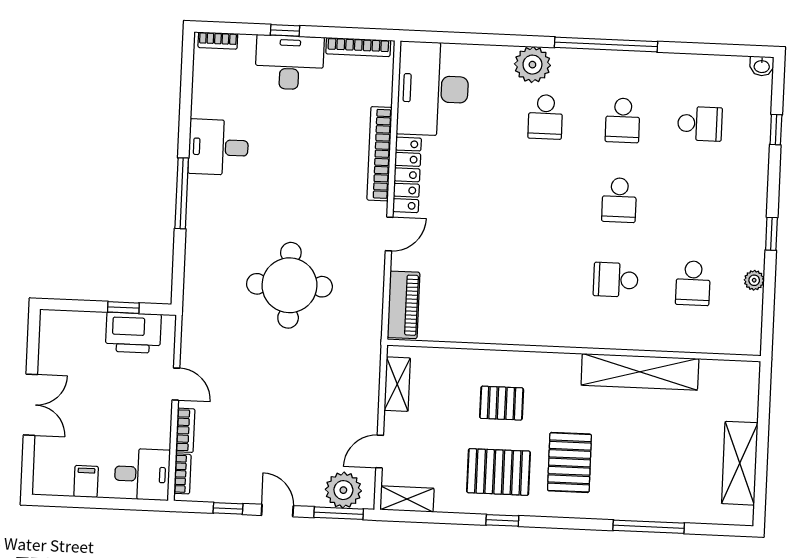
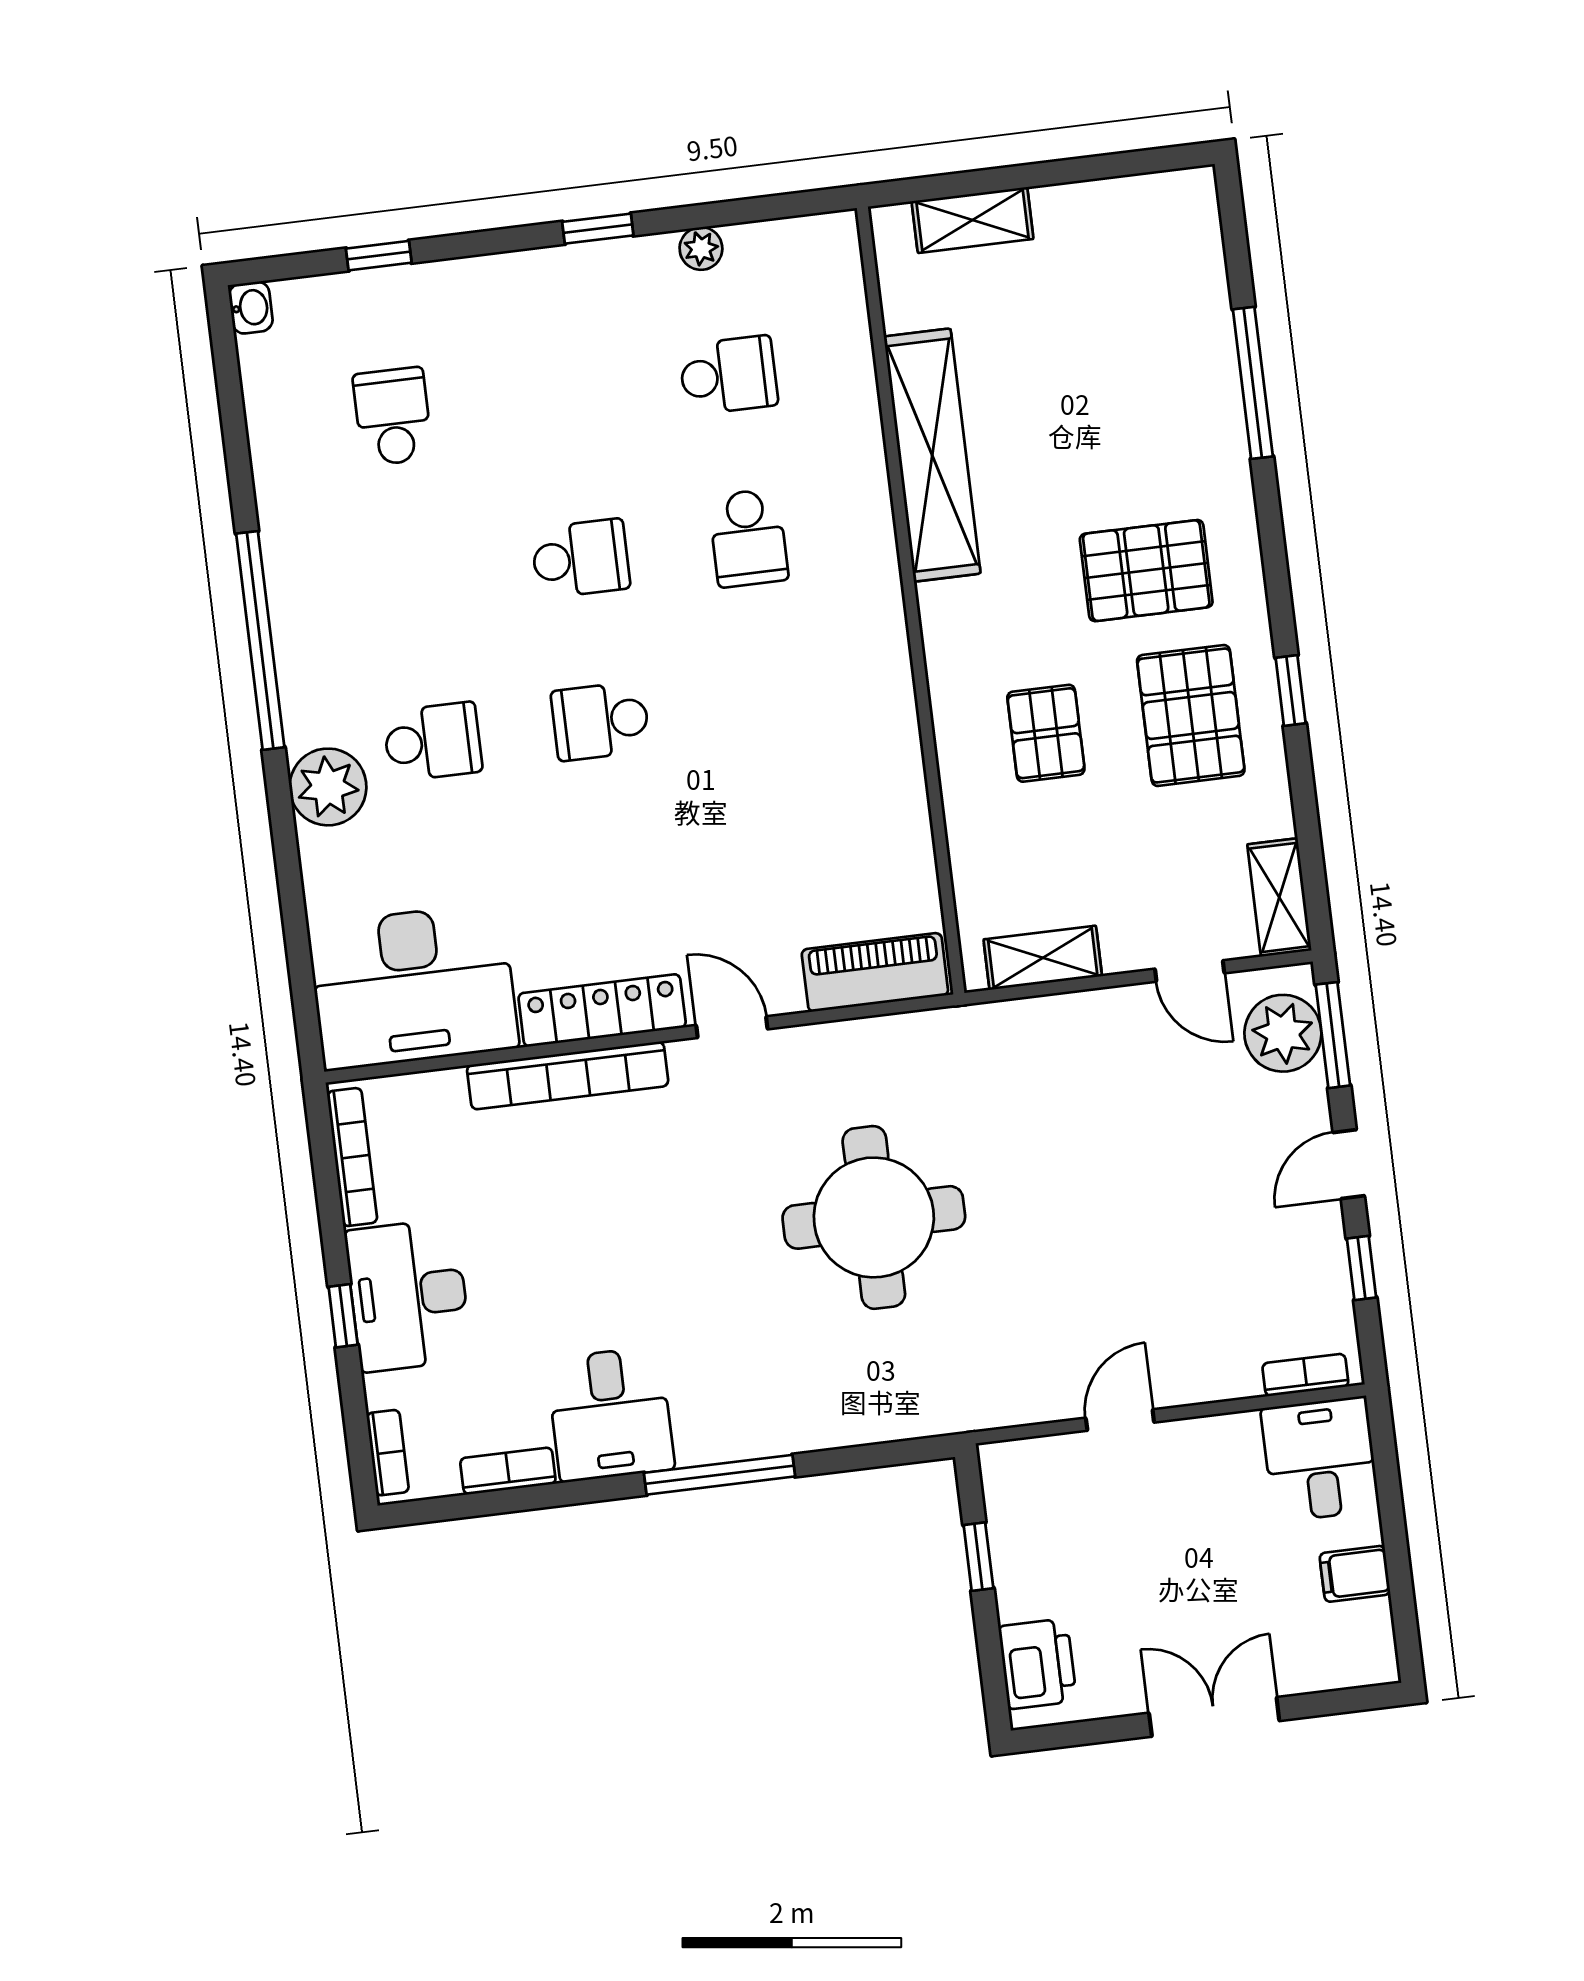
school desk: (623, 120) -> (600, 721), moved, turned 180
printer: (133, 333) -> (1038, 1664), moved, width x0.73, depth x0.84
bookcase: (185, 430) -> (508, 1471), moved
shelving: (740, 463) -> (972, 220), moved, width x0.67, depth x0.75

